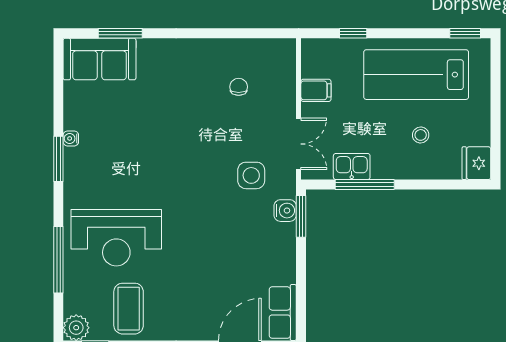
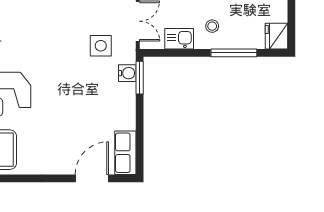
stool: (421, 135) -> (212, 26), moved
window: (365, 185) -> (234, 53), moved

